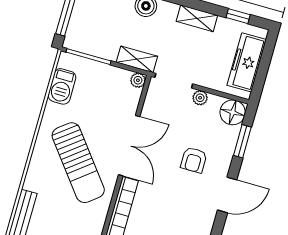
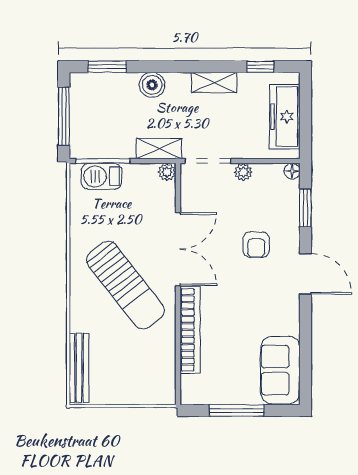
barbecue: (62, 86) -> (101, 176), moved, turned 90
floor lamp: (233, 112) -> (292, 171), width x0.53, depth x0.53
door: (227, 195) -> (305, 274), hinge flipped

